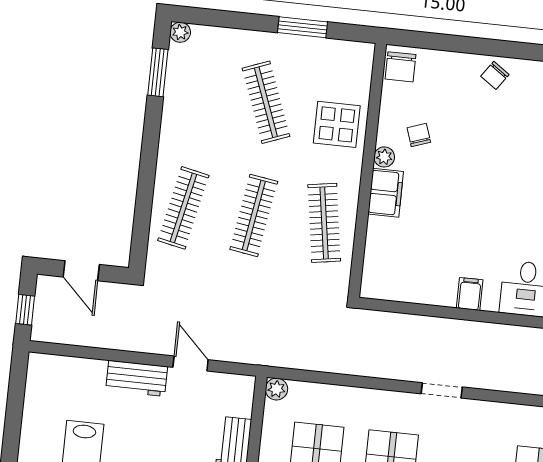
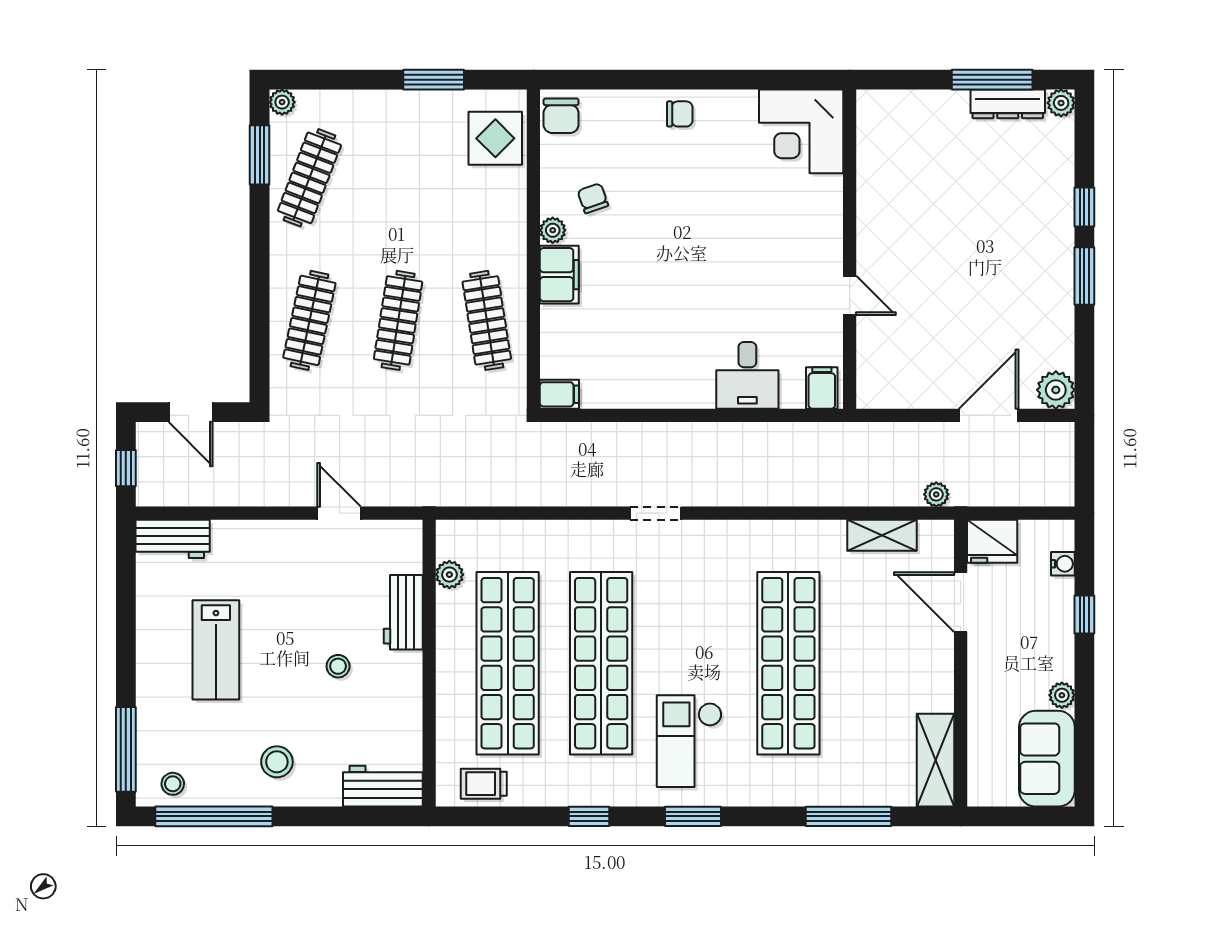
chair: (495, 75) -> (680, 114), turned -125
clothes rail: (266, 102) -> (309, 178), moved, turned 42
display table: (337, 124) -> (495, 138), moved
filing cabinet: (470, 294) -> (559, 394), moved, turned 90
workbench: (137, 378) -> (173, 539), moved
plant: (276, 389) -> (449, 575), moved

